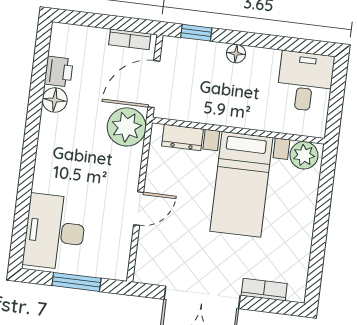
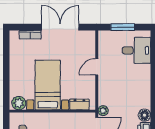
plant: (127, 127) -> (103, 111), width x0.53, depth x0.53
desk: (55, 232) -> (136, 50), width x0.73

